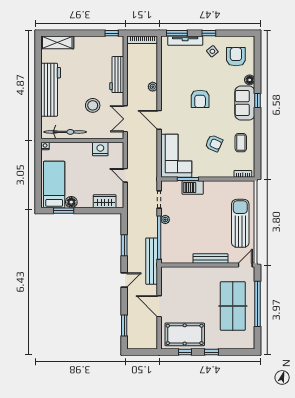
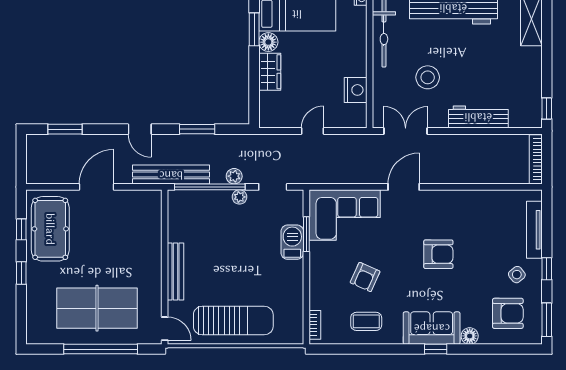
window: (177, 33) -> (547, 320), moved
plant: (153, 87) -> (234, 176), moved
armchair: (200, 99) -> (438, 254), turned 180
wardrobe: (105, 201) -> (270, 72), moved

